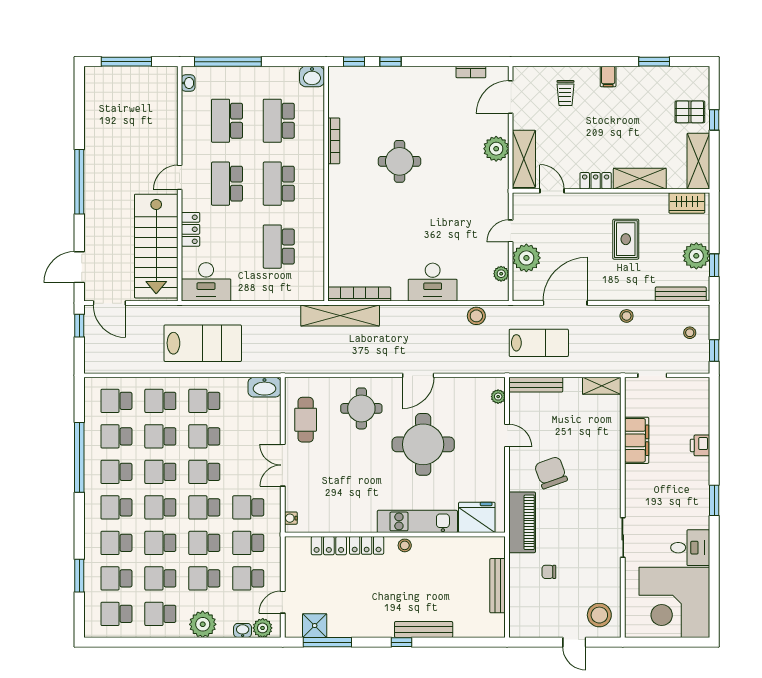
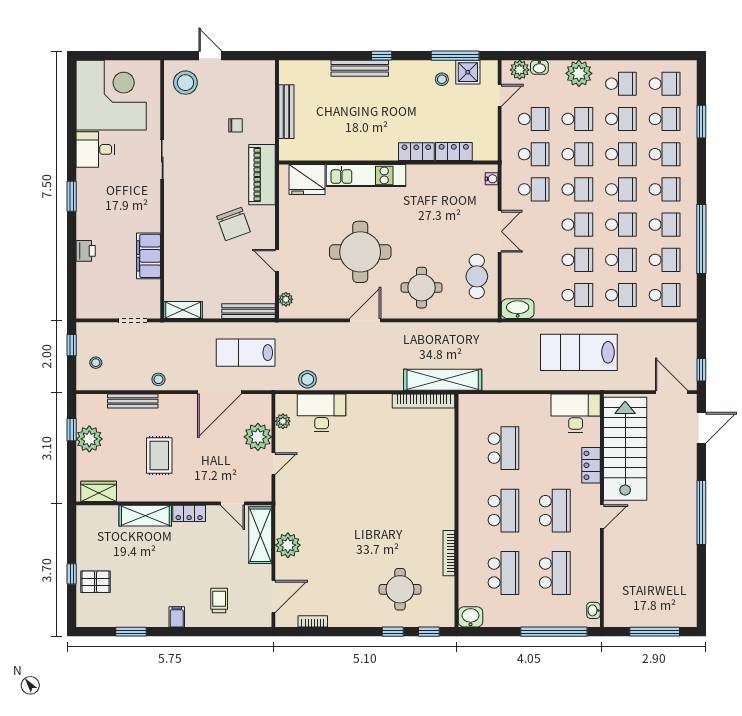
round table: (399, 161) -> (400, 589), moved
shelving: (698, 161) -> (87, 533), removed
desk: (433, 282) -> (322, 413), moved
bench: (681, 294) -> (133, 401), moved
stool: (405, 545) -> (442, 79), moved

